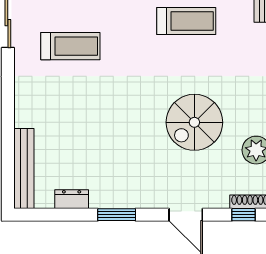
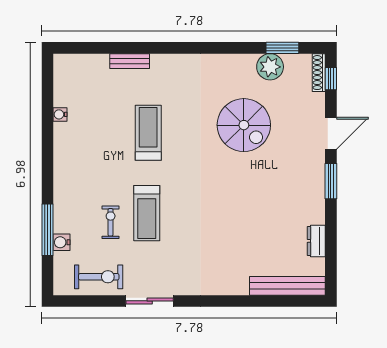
treadmill: (70, 46) -> (147, 213), moved, turned 180
window: (117, 215) -> (331, 181), moved

